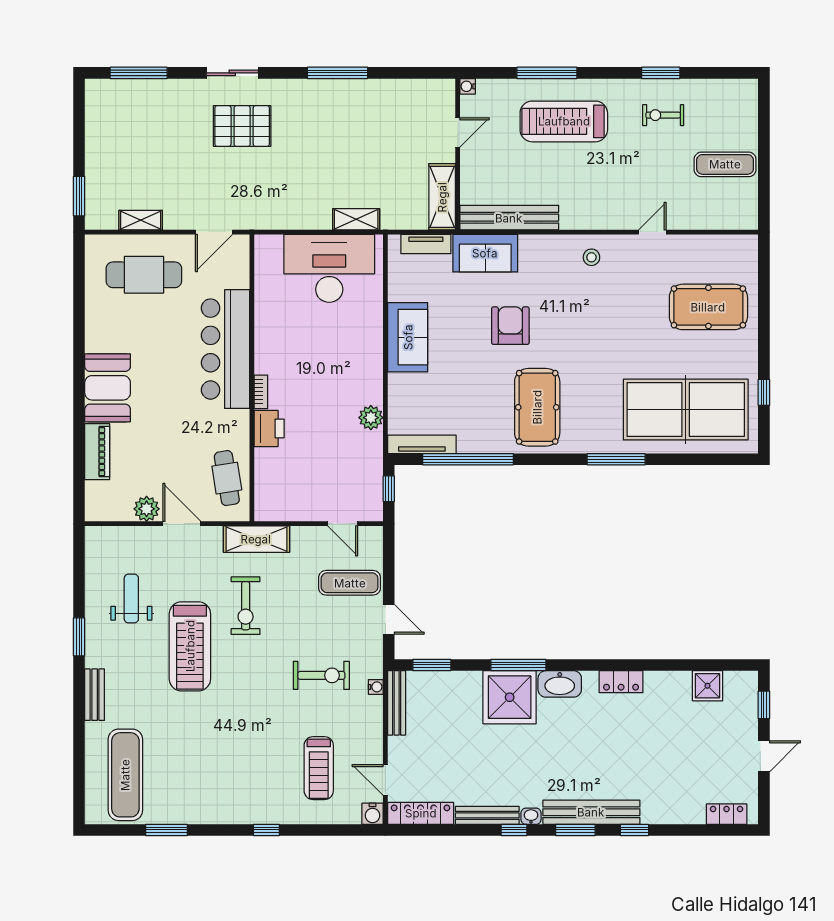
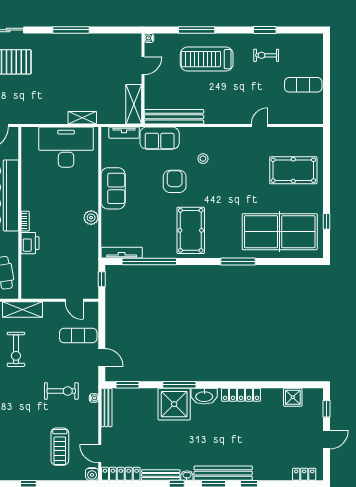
stool: (591, 257) -> (203, 159), moved
plant: (371, 418) -> (91, 218), moved
locker: (621, 682) -> (241, 395), width x1.53

